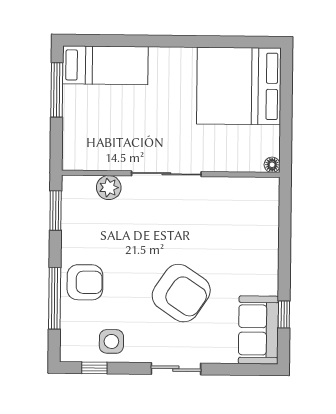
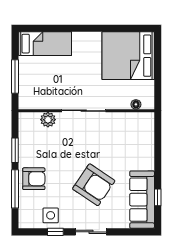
window: (57, 90) -> (15, 77), moved
floor lamp: (272, 165) -> (136, 104), moved
window: (56, 211) -> (15, 150), moved
sofa: (258, 330) -> (142, 200), width x1.36
window: (94, 368) -> (55, 232), moved

